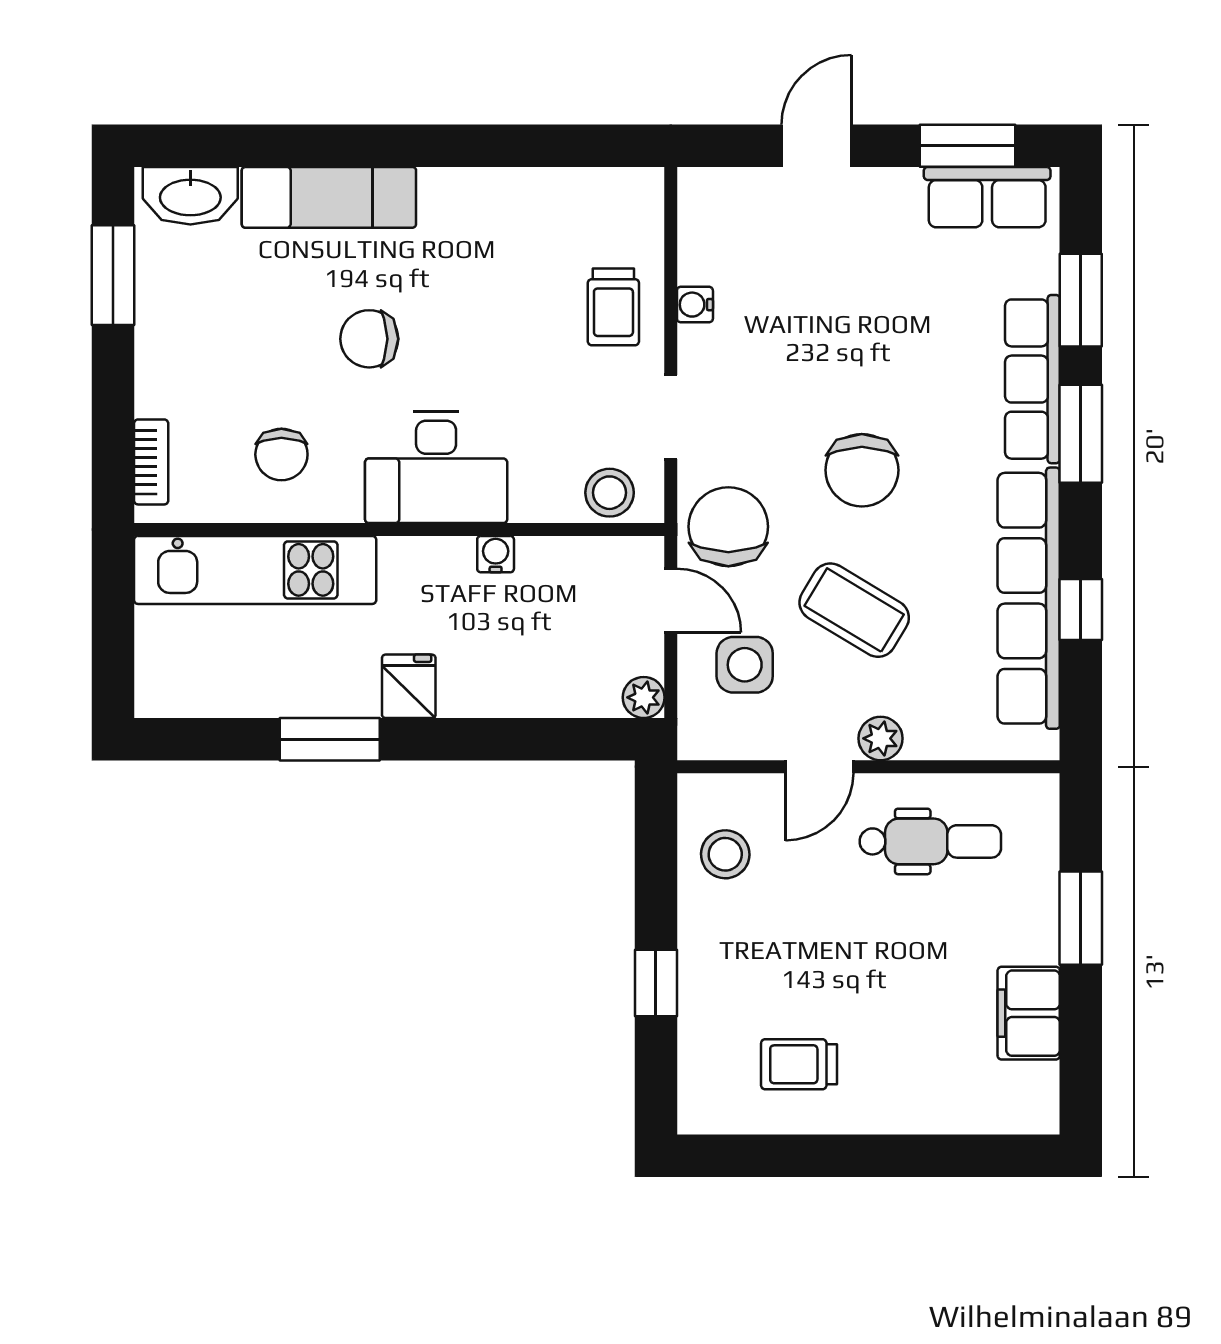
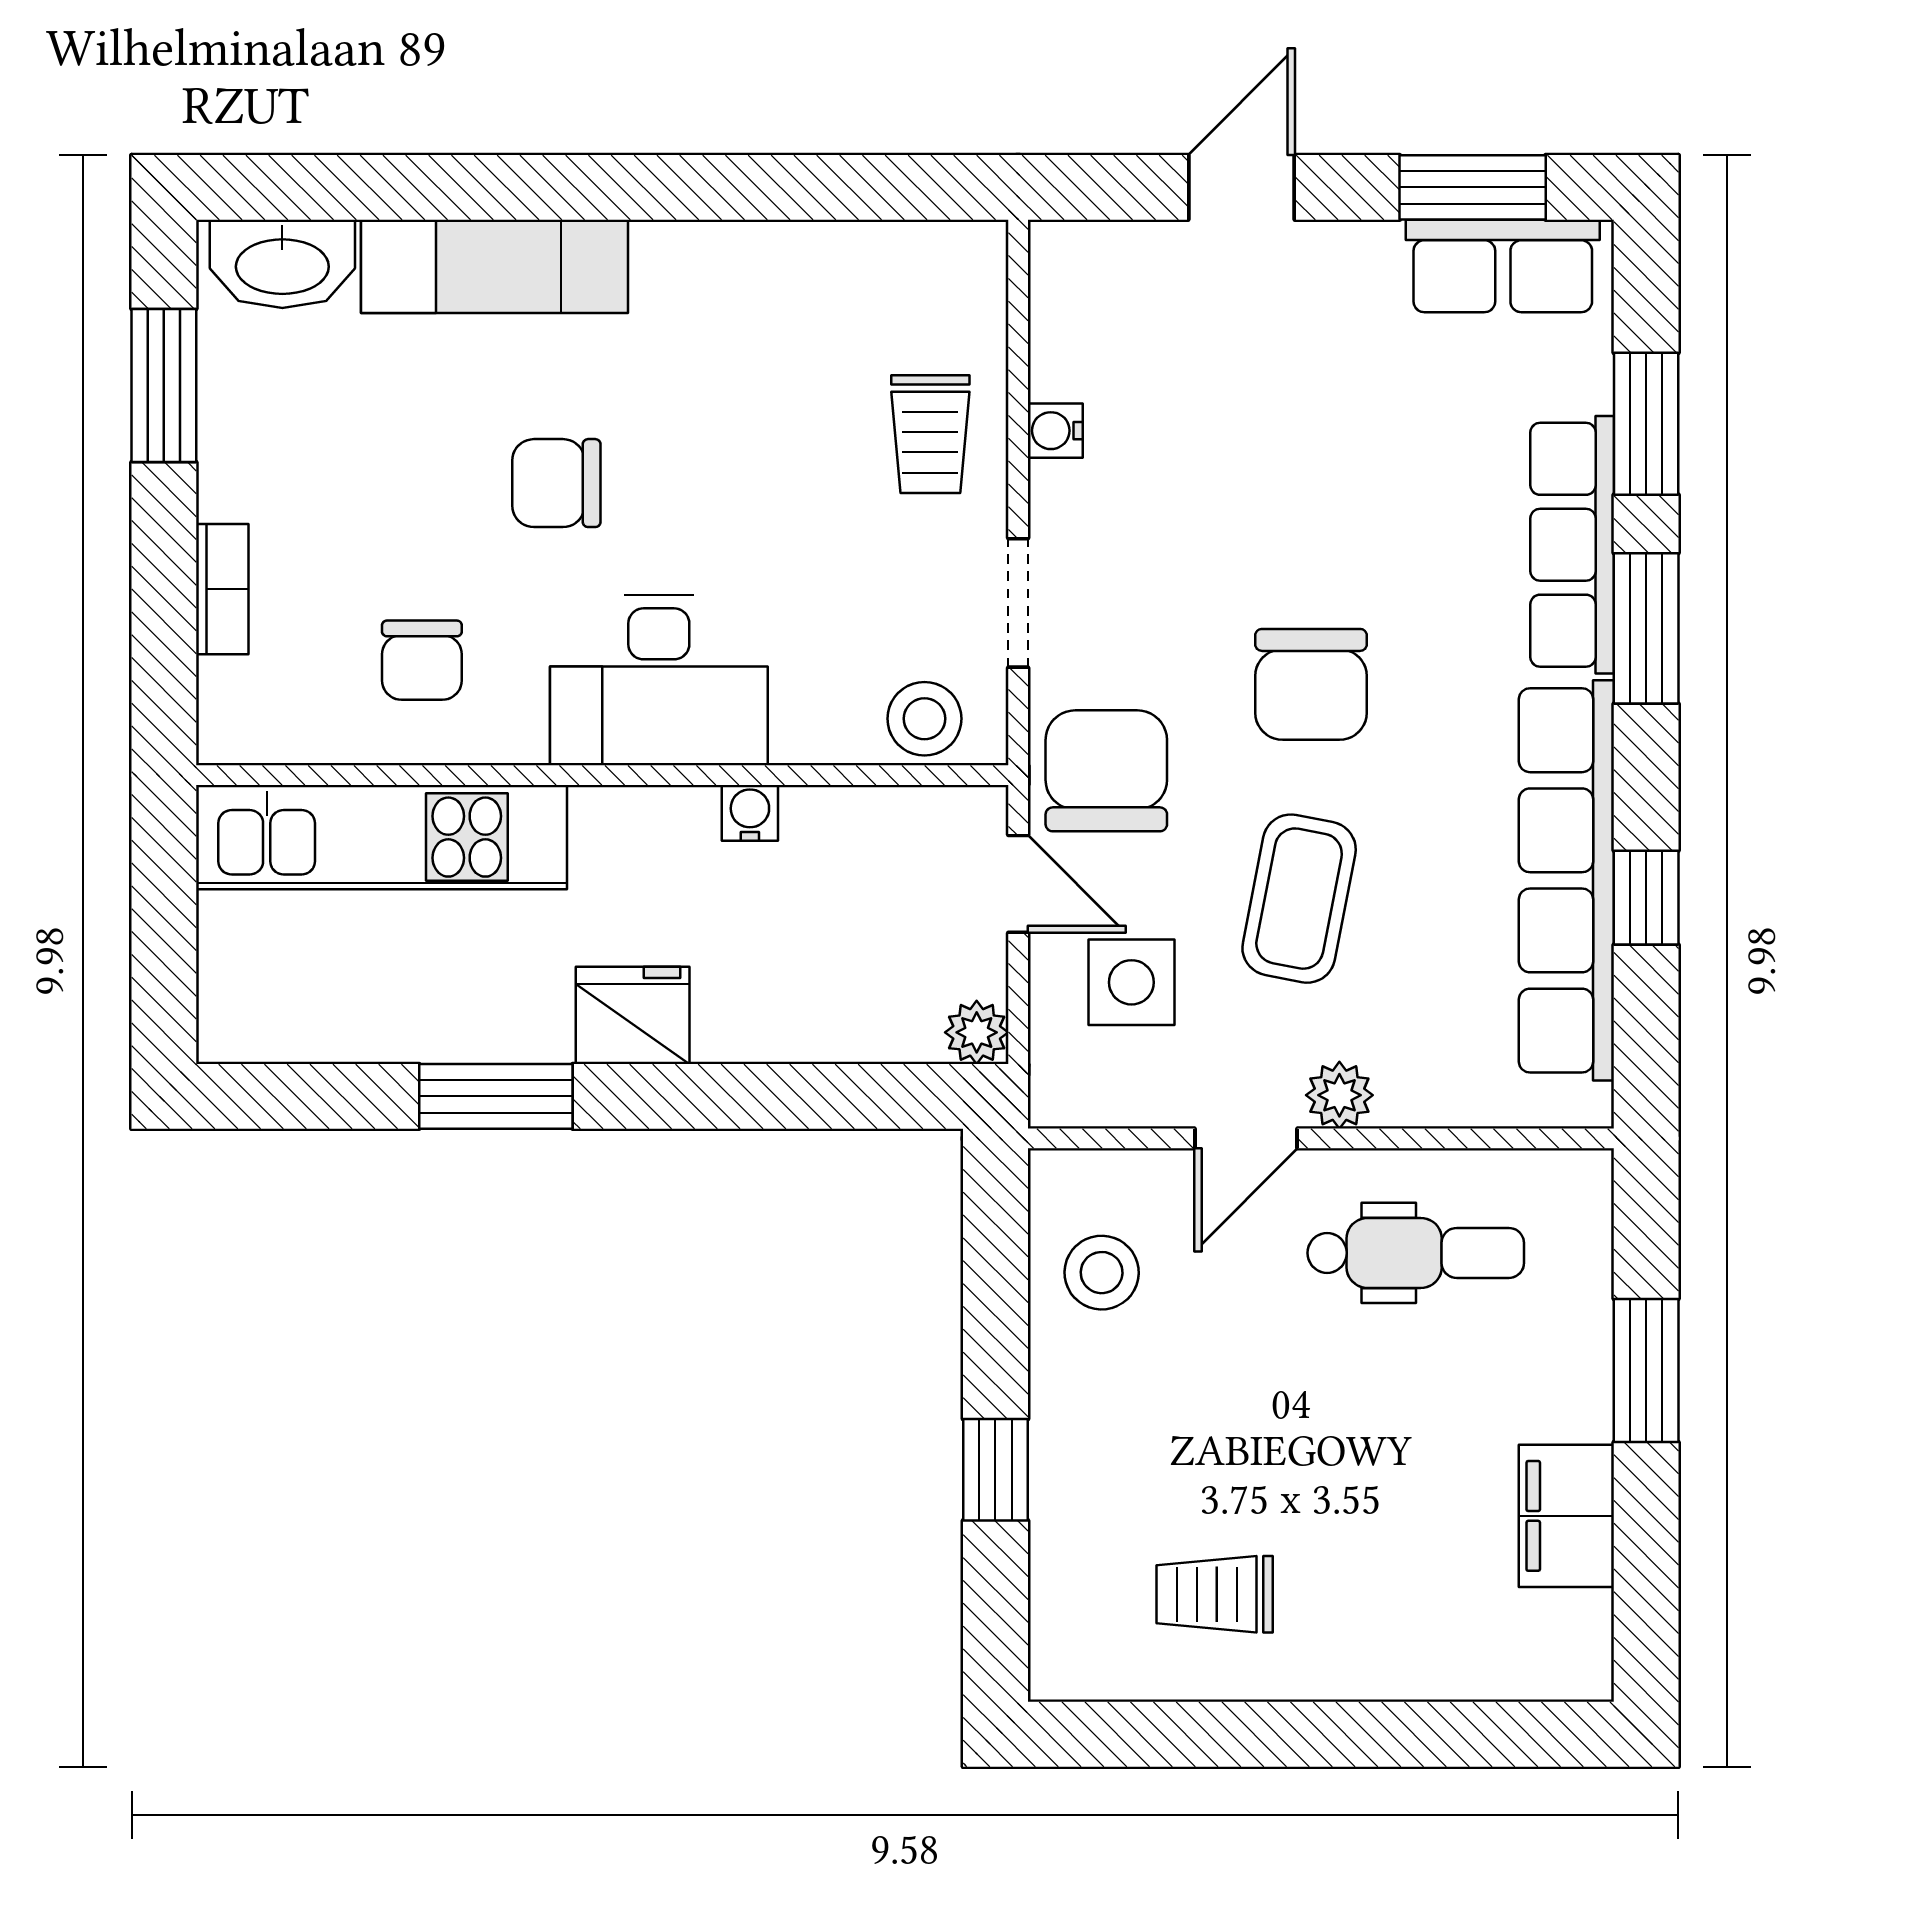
bookcase: (151, 462) -> (222, 589), moved
coffee table: (854, 610) -> (1299, 899), turned 70
fridge: (409, 686) -> (633, 1015), width x1.38

